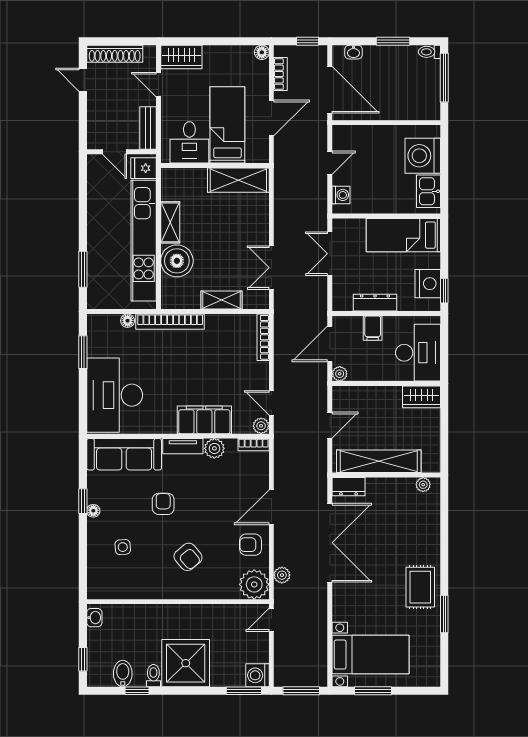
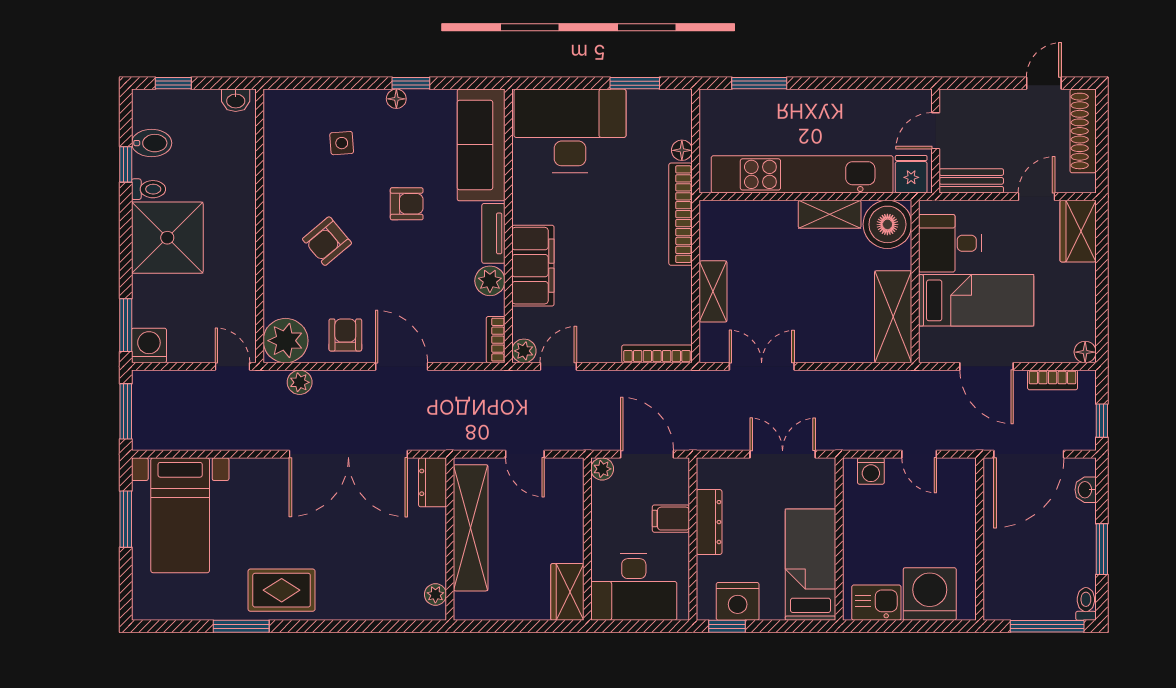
boiler: (177, 261) -> (887, 224), moved

